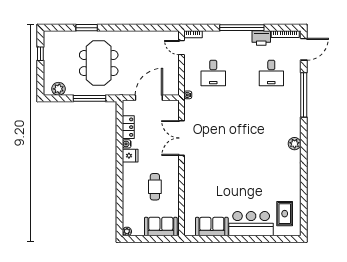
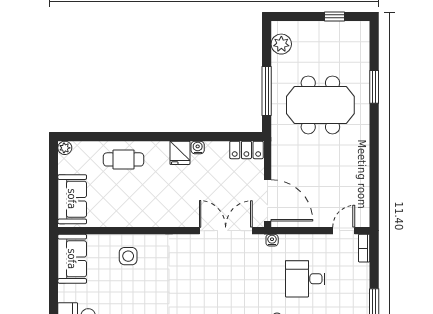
door: (149, 98) -> (268, 200), moved
locker: (128, 127) -> (246, 150), moved
double door: (181, 138) -> (226, 231), moved
cafe table: (155, 187) -> (124, 159), moved
side table: (198, 190) -> (128, 256), added
sofa: (212, 227) -> (72, 259), moved

